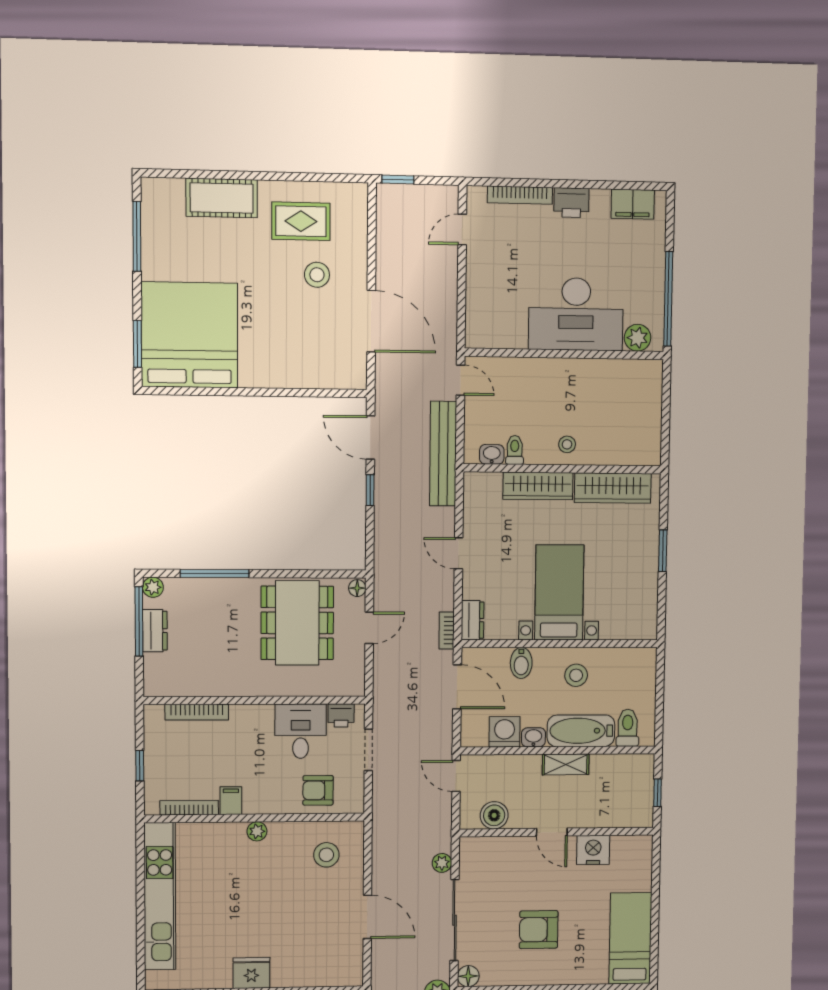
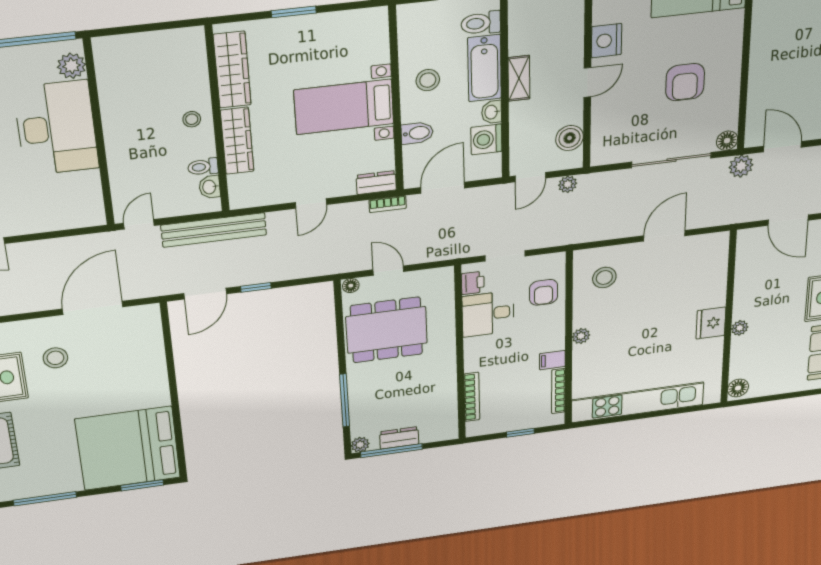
plant: (442, 863) -> (568, 184), moved

